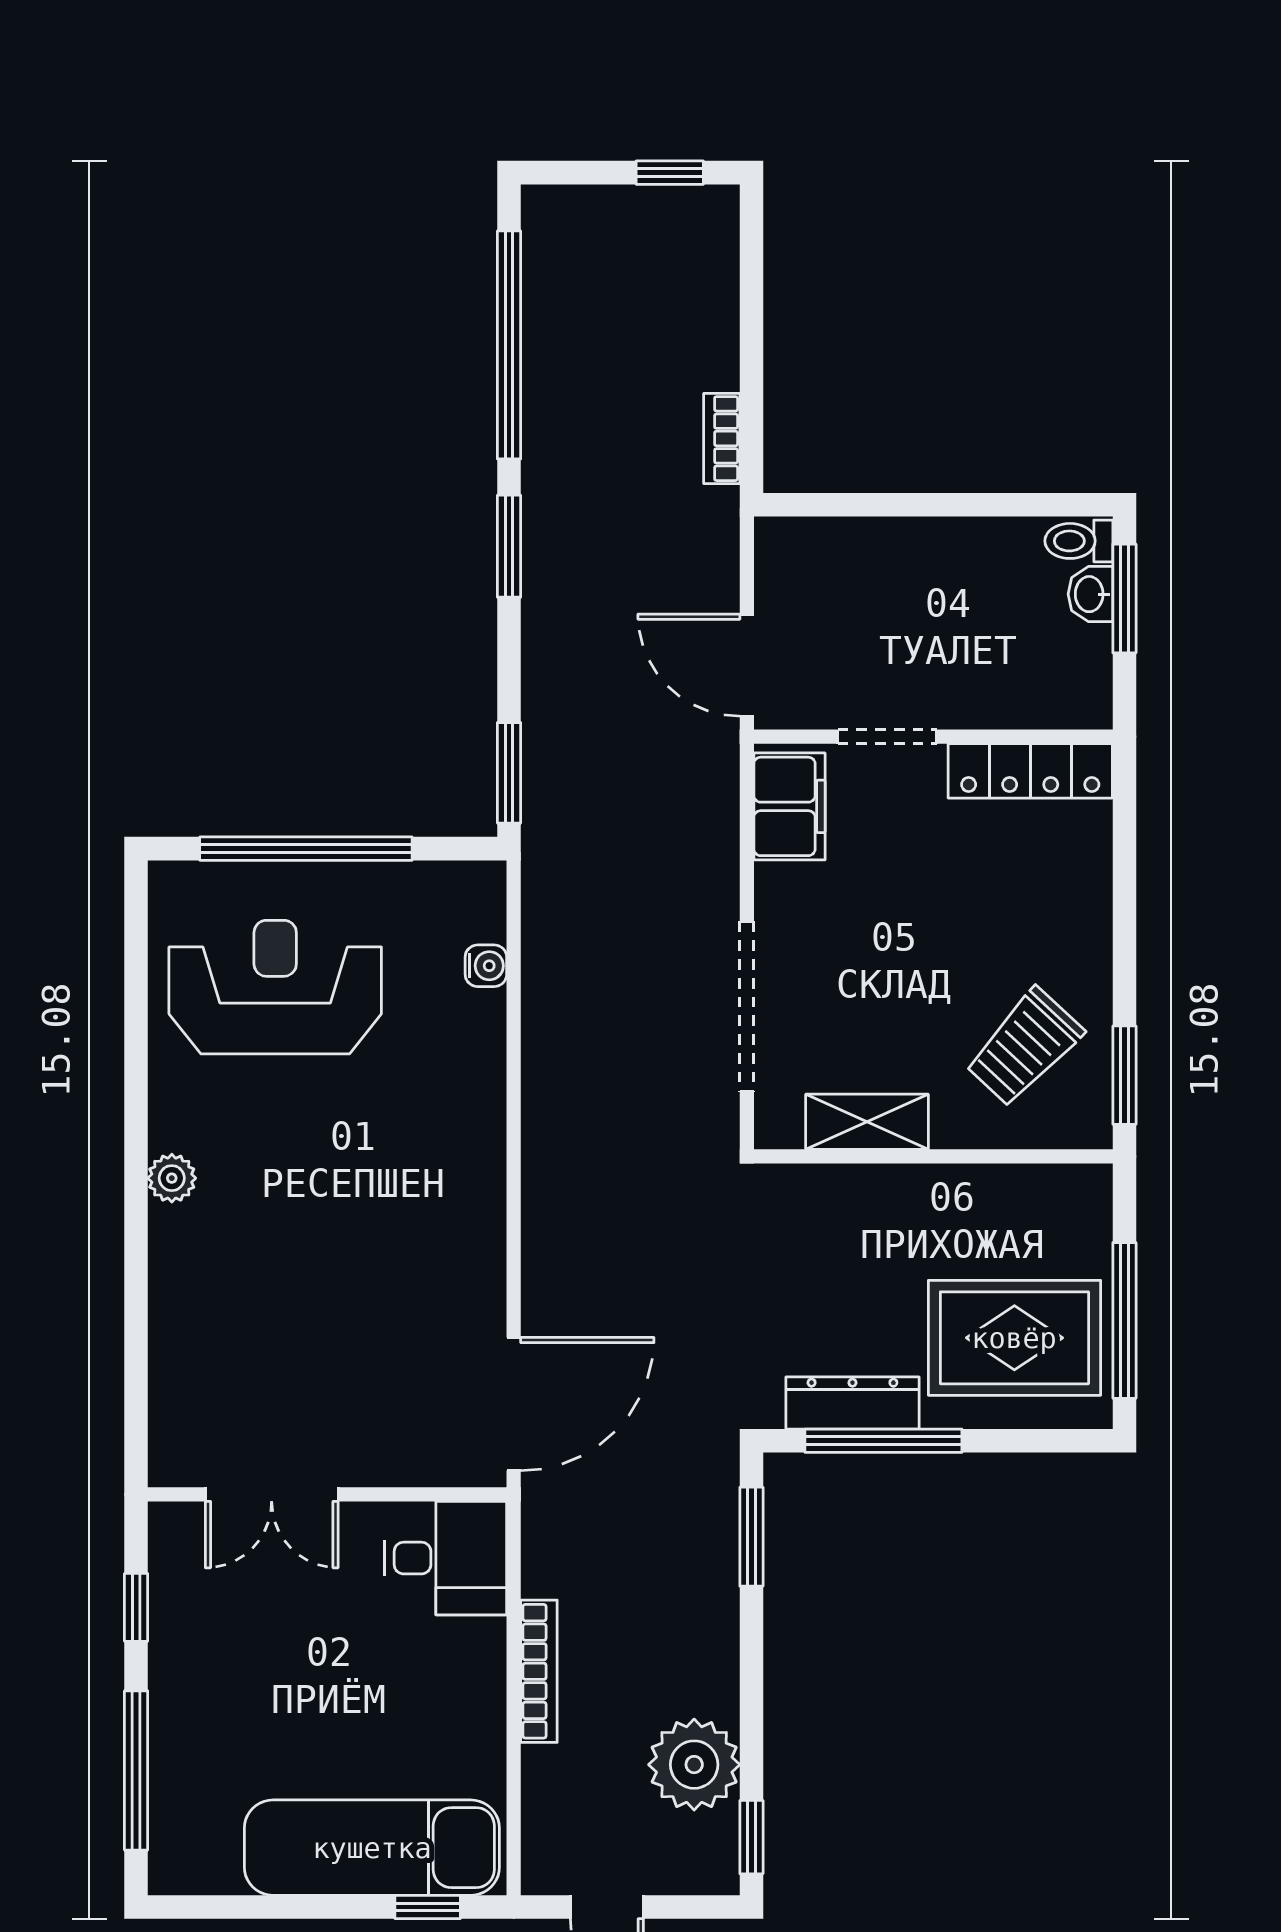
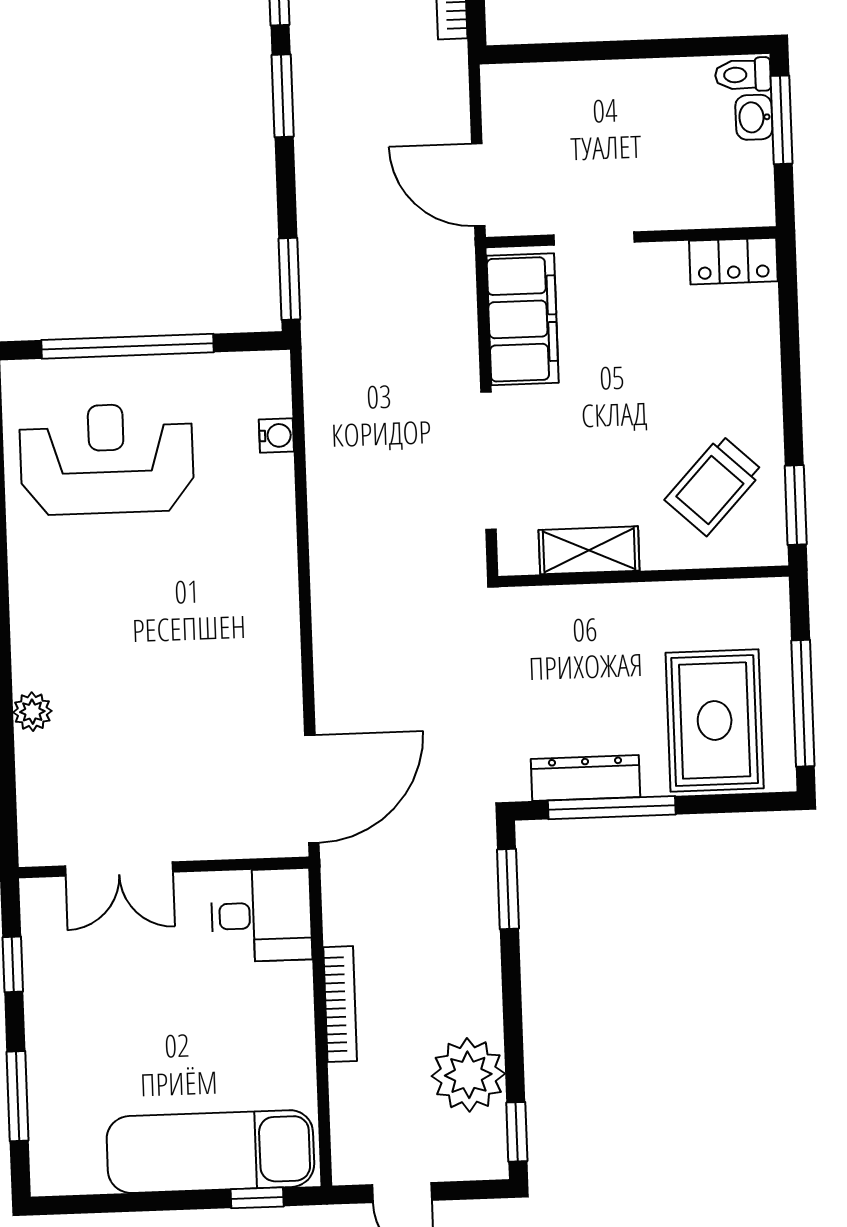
locker: (1030, 771) -> (733, 261), width x0.66
filing cabinet: (789, 806) -> (523, 319), width x1.50, depth x1.17
plant: (172, 1178) -> (32, 712), moved
rug: (1014, 1338) -> (715, 721), turned 90
window: (136, 1770) -> (18, 1096), width x0.69

